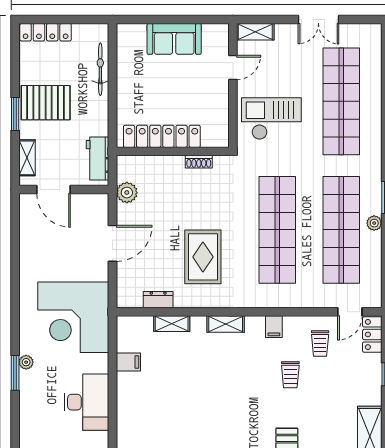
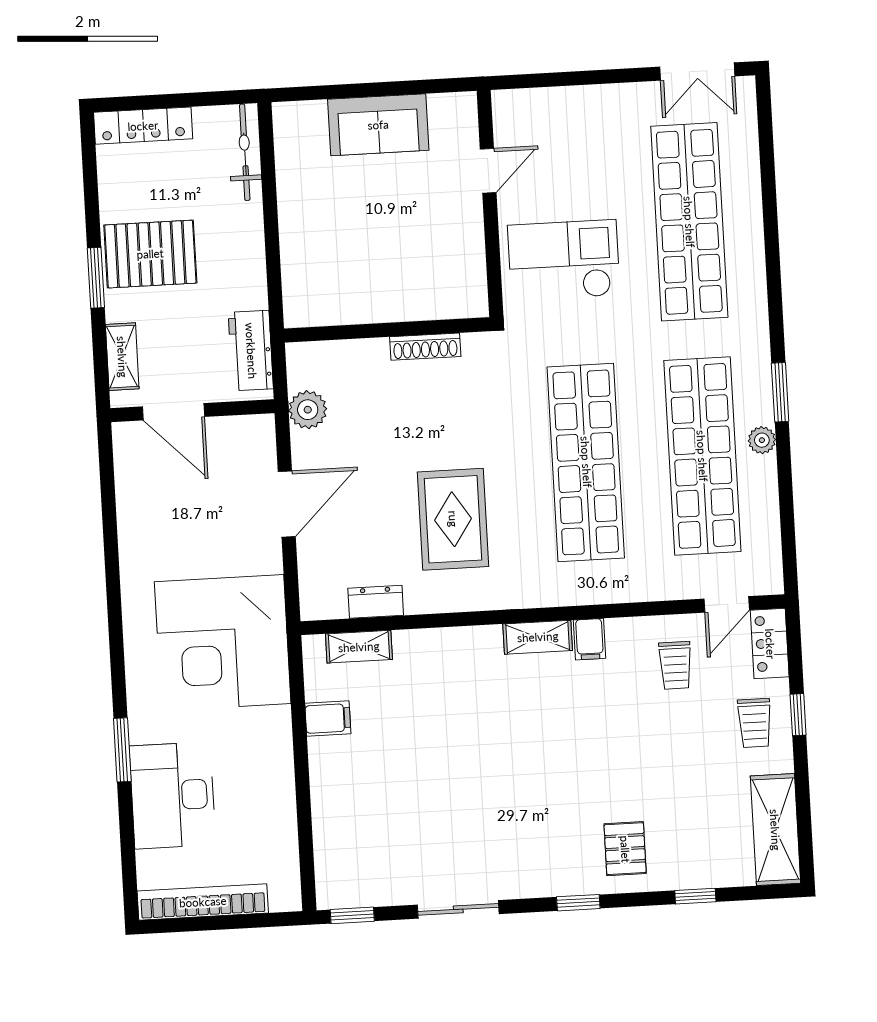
double door: (318, 20) -> (697, 71), moved
shelving: (255, 32) -> (526, 103), removed
bicycle: (100, 69) -> (245, 152), moved
locker: (162, 136) -> (366, 304), removed
shoe rack: (199, 162) -> (425, 347), width x1.43
shelving: (172, 324) -> (359, 647), moved
shelving: (226, 324) -> (538, 637), moved
plant: (26, 362) -> (141, 729), removed
trolley: (290, 375) -> (755, 723), moved
desk: (86, 402) -> (173, 795), moved, turned 180

